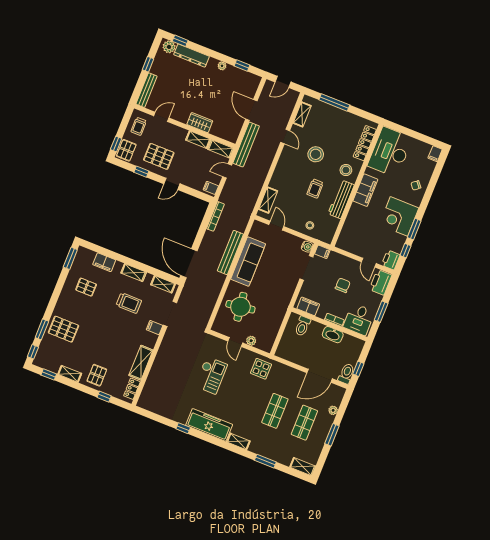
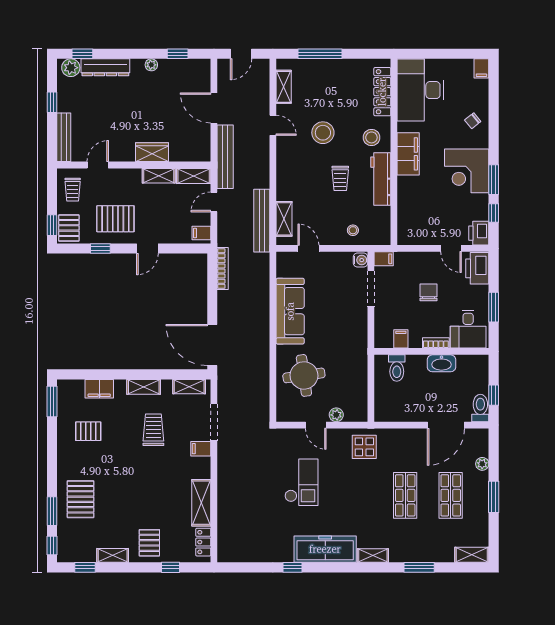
bench: (230, 252) -> (262, 221), moved
trolley: (129, 303) -> (153, 430), turned -90
filing cabinet: (308, 306) -> (401, 339), width x0.50
pallet: (63, 329) -> (81, 499), turned 90

